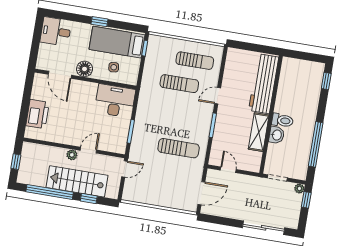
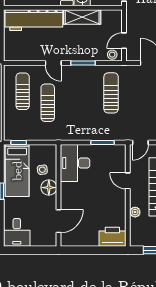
floor lamp: (85, 69) -> (49, 188), moved
printer: (37, 114) -> (112, 237), moved
plant: (72, 155) -> (135, 212), moved
stool: (216, 156) -> (112, 55), added
door: (124, 169) -> (140, 142), swing flipped

